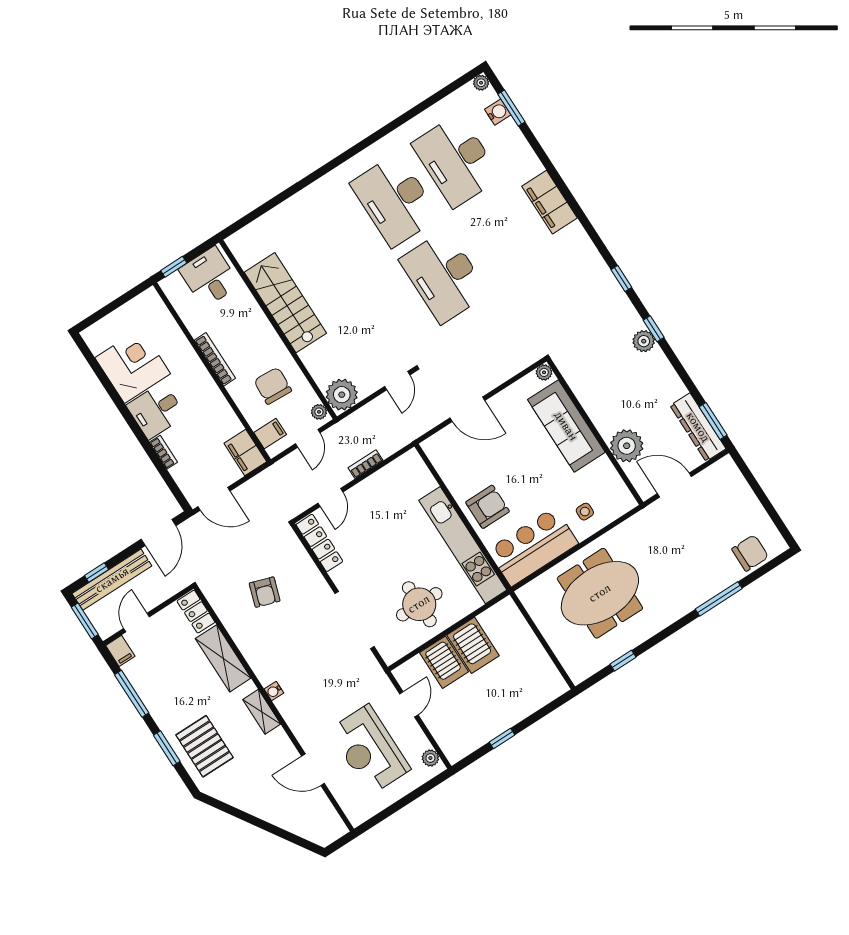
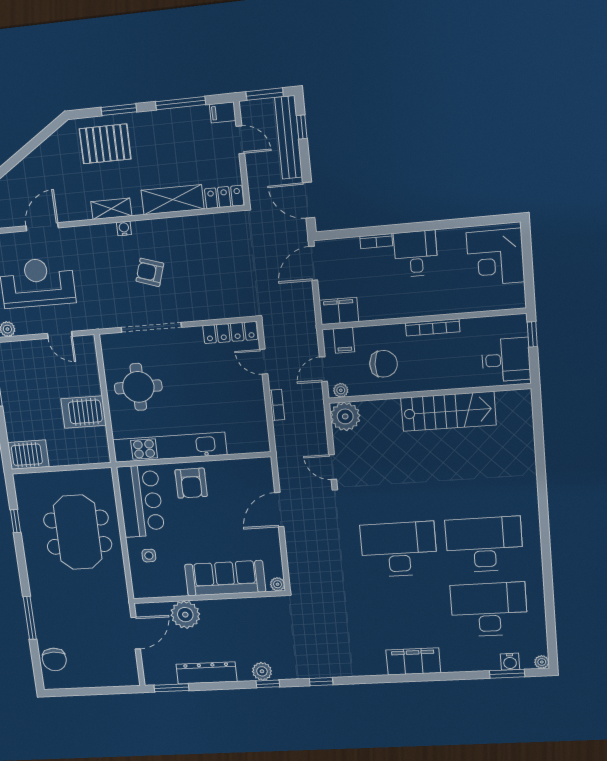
corner desk: (133, 366) -> (495, 257), moved, turned 90
dresser: (698, 427) -> (207, 673), moved
door: (308, 438) -> (323, 369), hinge flipped
armchair: (265, 592) -> (150, 272), moved
server rack: (444, 662) -> (28, 455), moved, turned 180

